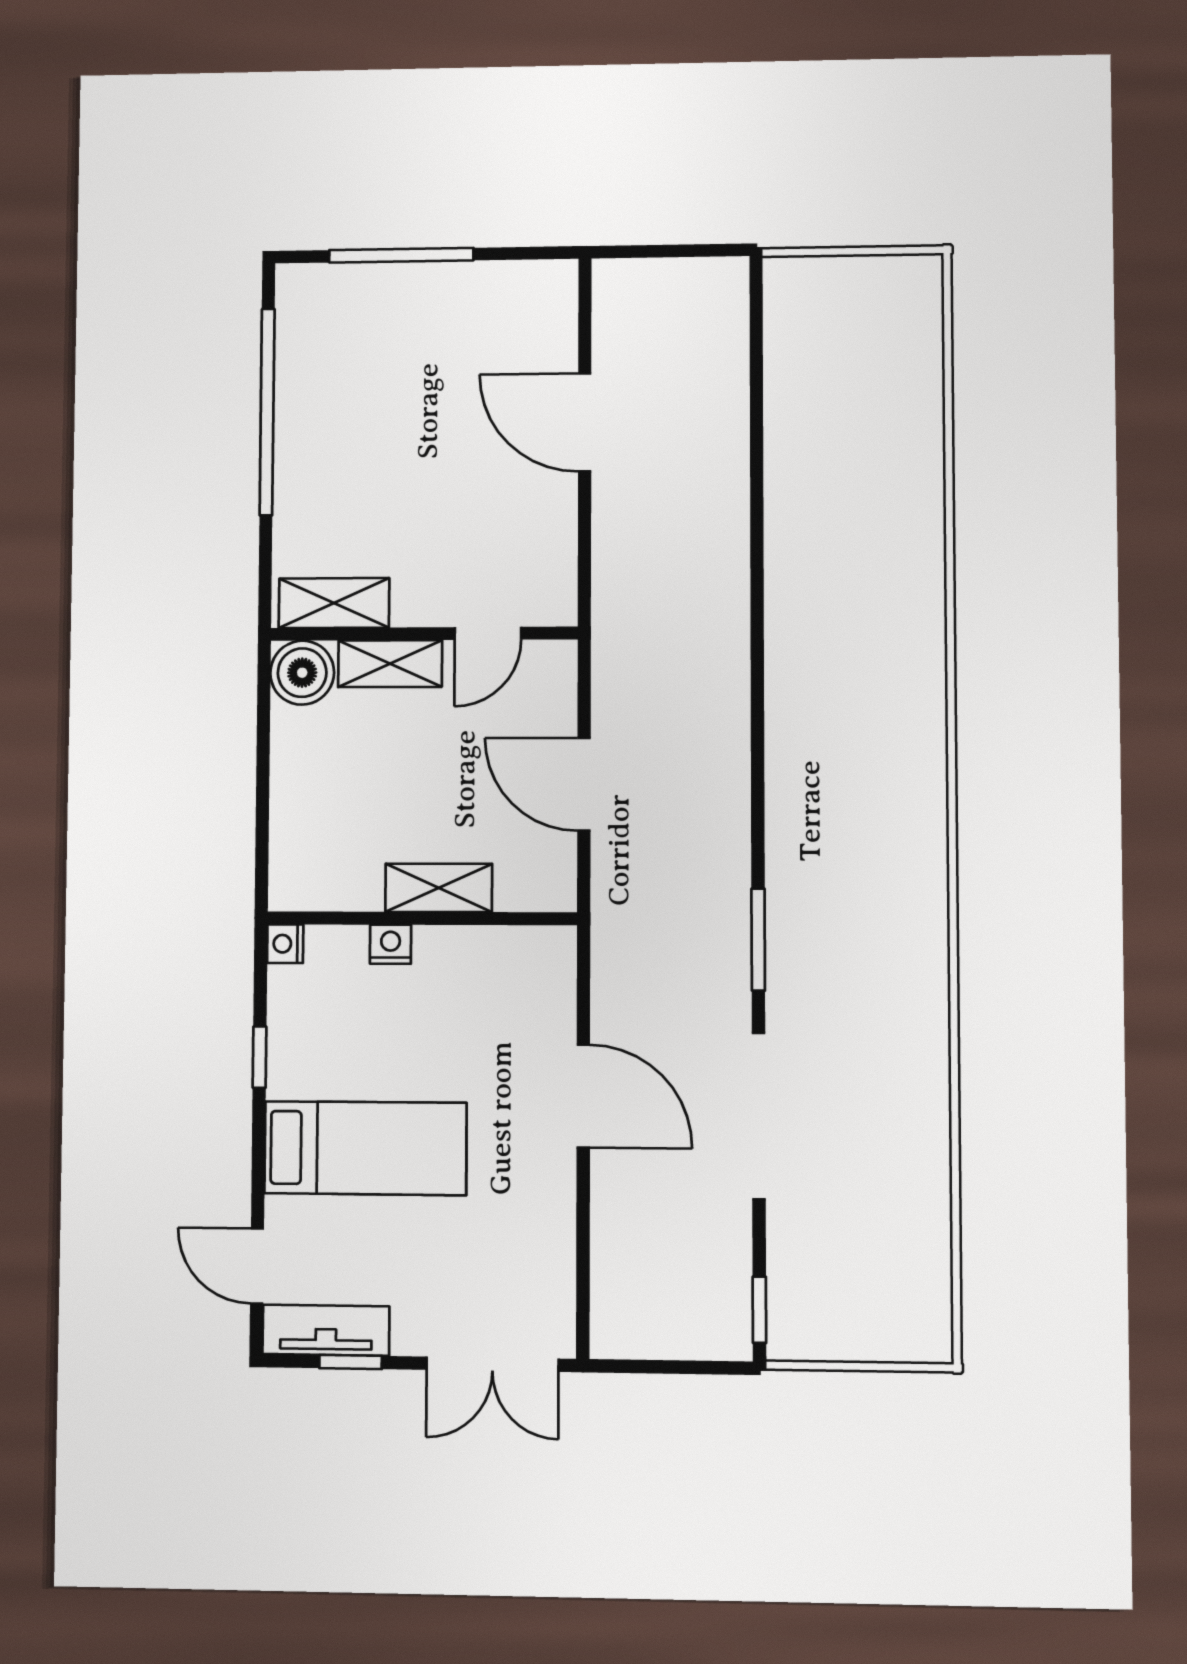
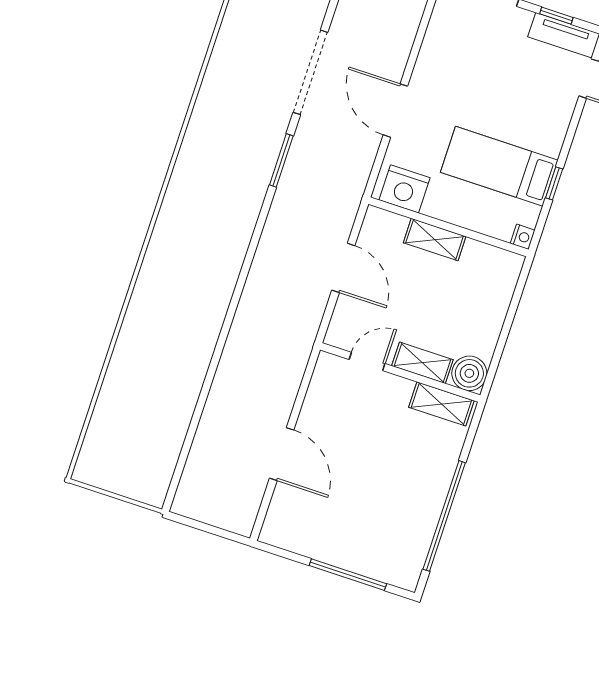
nightstand: (390, 944) -> (404, 189), moved, width x1.89, depth x1.79
bed: (365, 1148) -> (499, 166), moved

